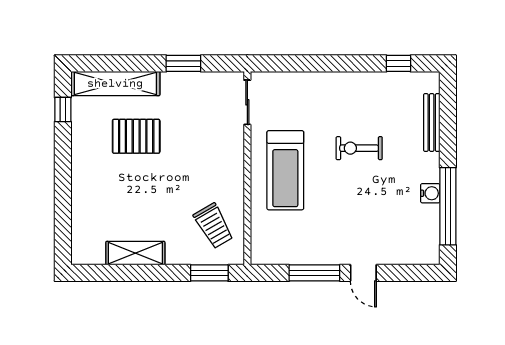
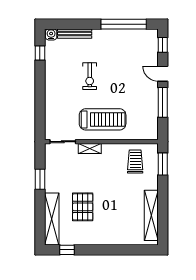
shelving: (236, 148) -> (90, 149), added
water cooler: (430, 193) -> (51, 34), moved
trolley: (214, 226) -> (135, 162), turned -60
shelving: (135, 253) -> (151, 215), width x1.47
door: (363, 273) -> (163, 74), swing flipped
window: (412, 273) -> (163, 45), added

